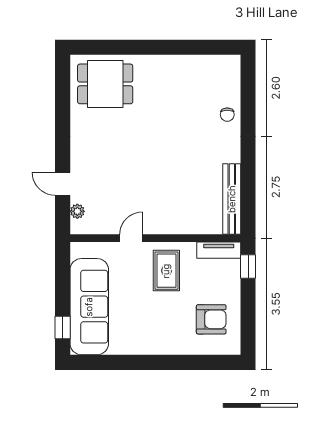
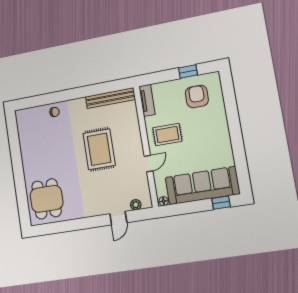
rug: (163, 172) -> (99, 149), added
door: (131, 238) -> (148, 164), swing flipped
floor lamp: (76, 251) -> (164, 201), added
window: (248, 267) -> (188, 71), moved

